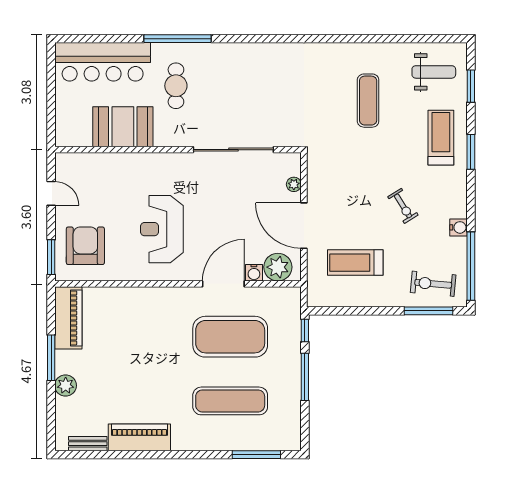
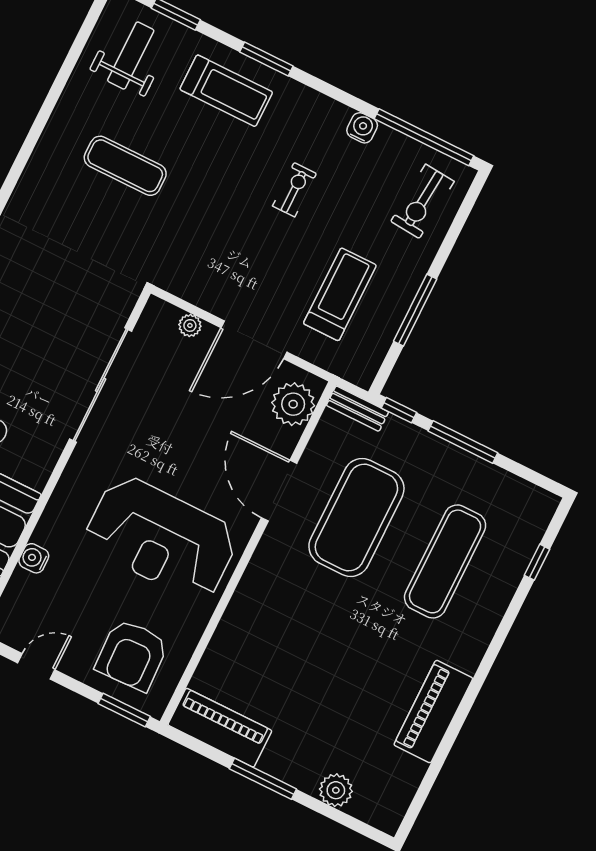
treadmill: (441, 138) -> (226, 91), turned 180
exercise bike: (403, 206) -> (294, 190), turned -58
reception desk: (162, 229) -> (161, 538), width x1.36, depth x1.30
armchair: (85, 246) -> (132, 655), turned -92
treadmill: (355, 263) -> (340, 294), turned 180
water cooler: (254, 273) -> (34, 558), moved, turned 180
window: (428, 311) -> (415, 310), moved
plant: (66, 386) -> (336, 790), moved
bench: (88, 444) -> (357, 409), moved, turned 90
window: (256, 455) -> (537, 562), width x0.46

